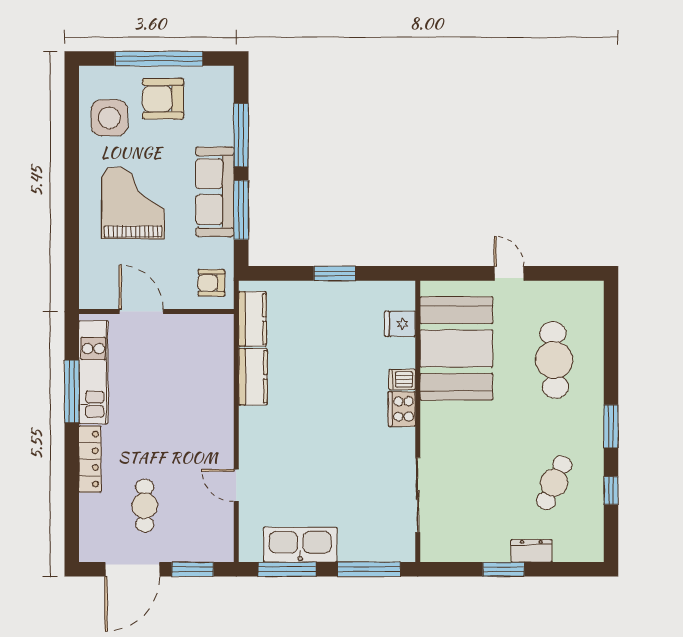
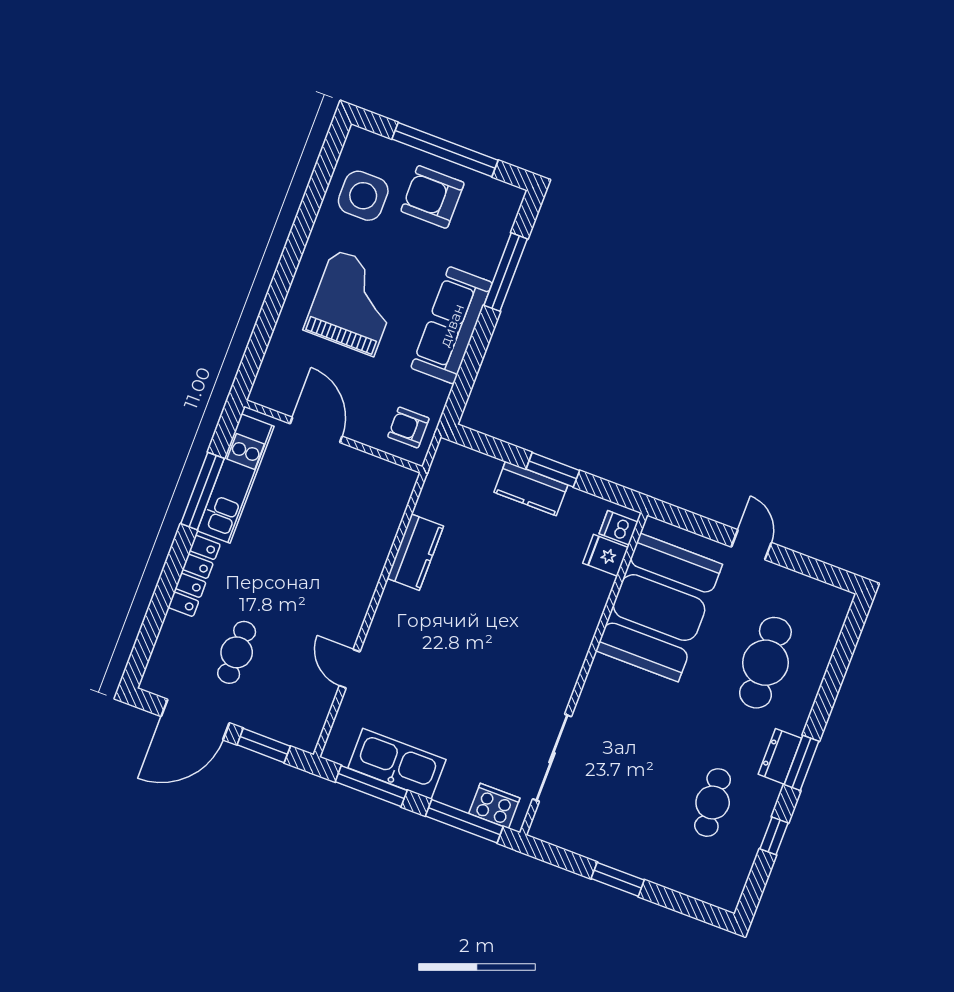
window: (241, 210) -> (474, 357), removed
kitchen counter: (252, 319) -> (531, 489), moved, turned 90
dishwasher: (402, 379) -> (619, 528), moved
cooker: (402, 409) -> (494, 806), moved, turned 90
cafe table: (554, 483) -> (713, 803), turned -30
dresser: (531, 551) -> (780, 756), moved, turned -90

